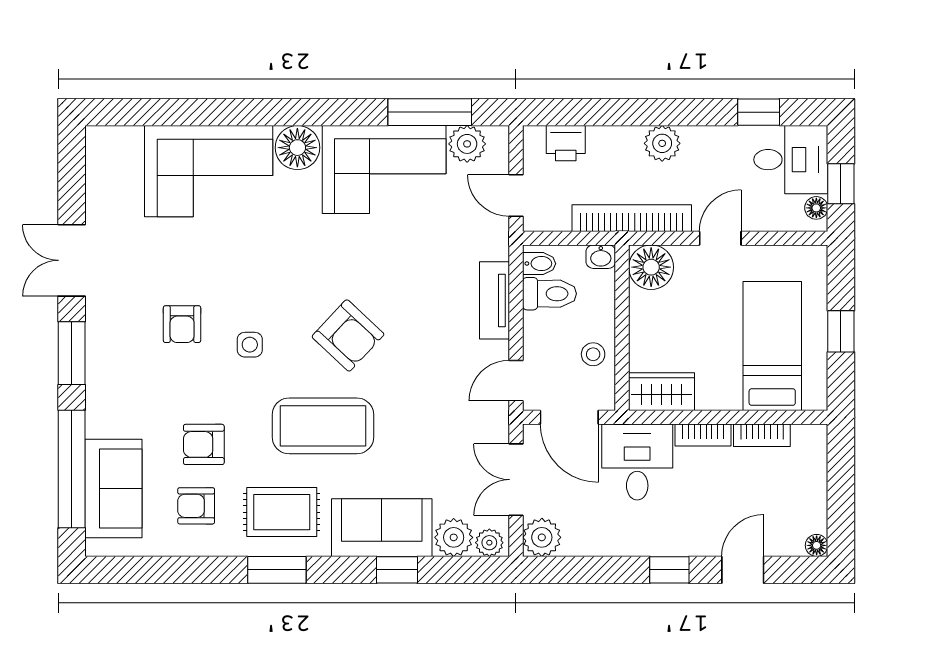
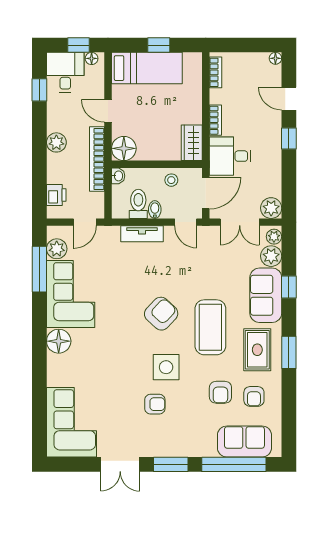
corner sofa: (209, 171) -> (72, 422), moved
bidet: (539, 264) -> (155, 210), moved
side table: (250, 345) -> (166, 367), width x1.87, depth x1.87
bed: (772, 346) -> (147, 68), moved, turned 180
bookcase: (762, 435) -> (215, 72), moved

